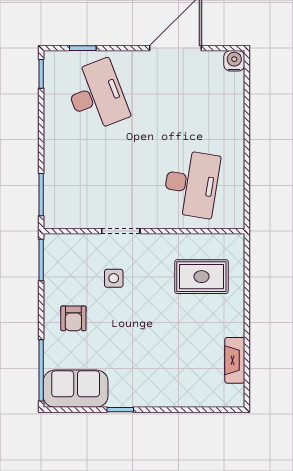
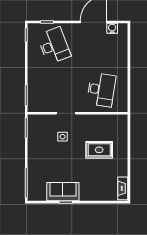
water cooler: (234, 61) -> (112, 28), moved
rug: (201, 277) -> (99, 150), moved
armchair: (73, 318) -> (42, 157), removed
fireplace: (235, 360) -> (123, 188), moved
sofa: (76, 389) -> (63, 192), moved

